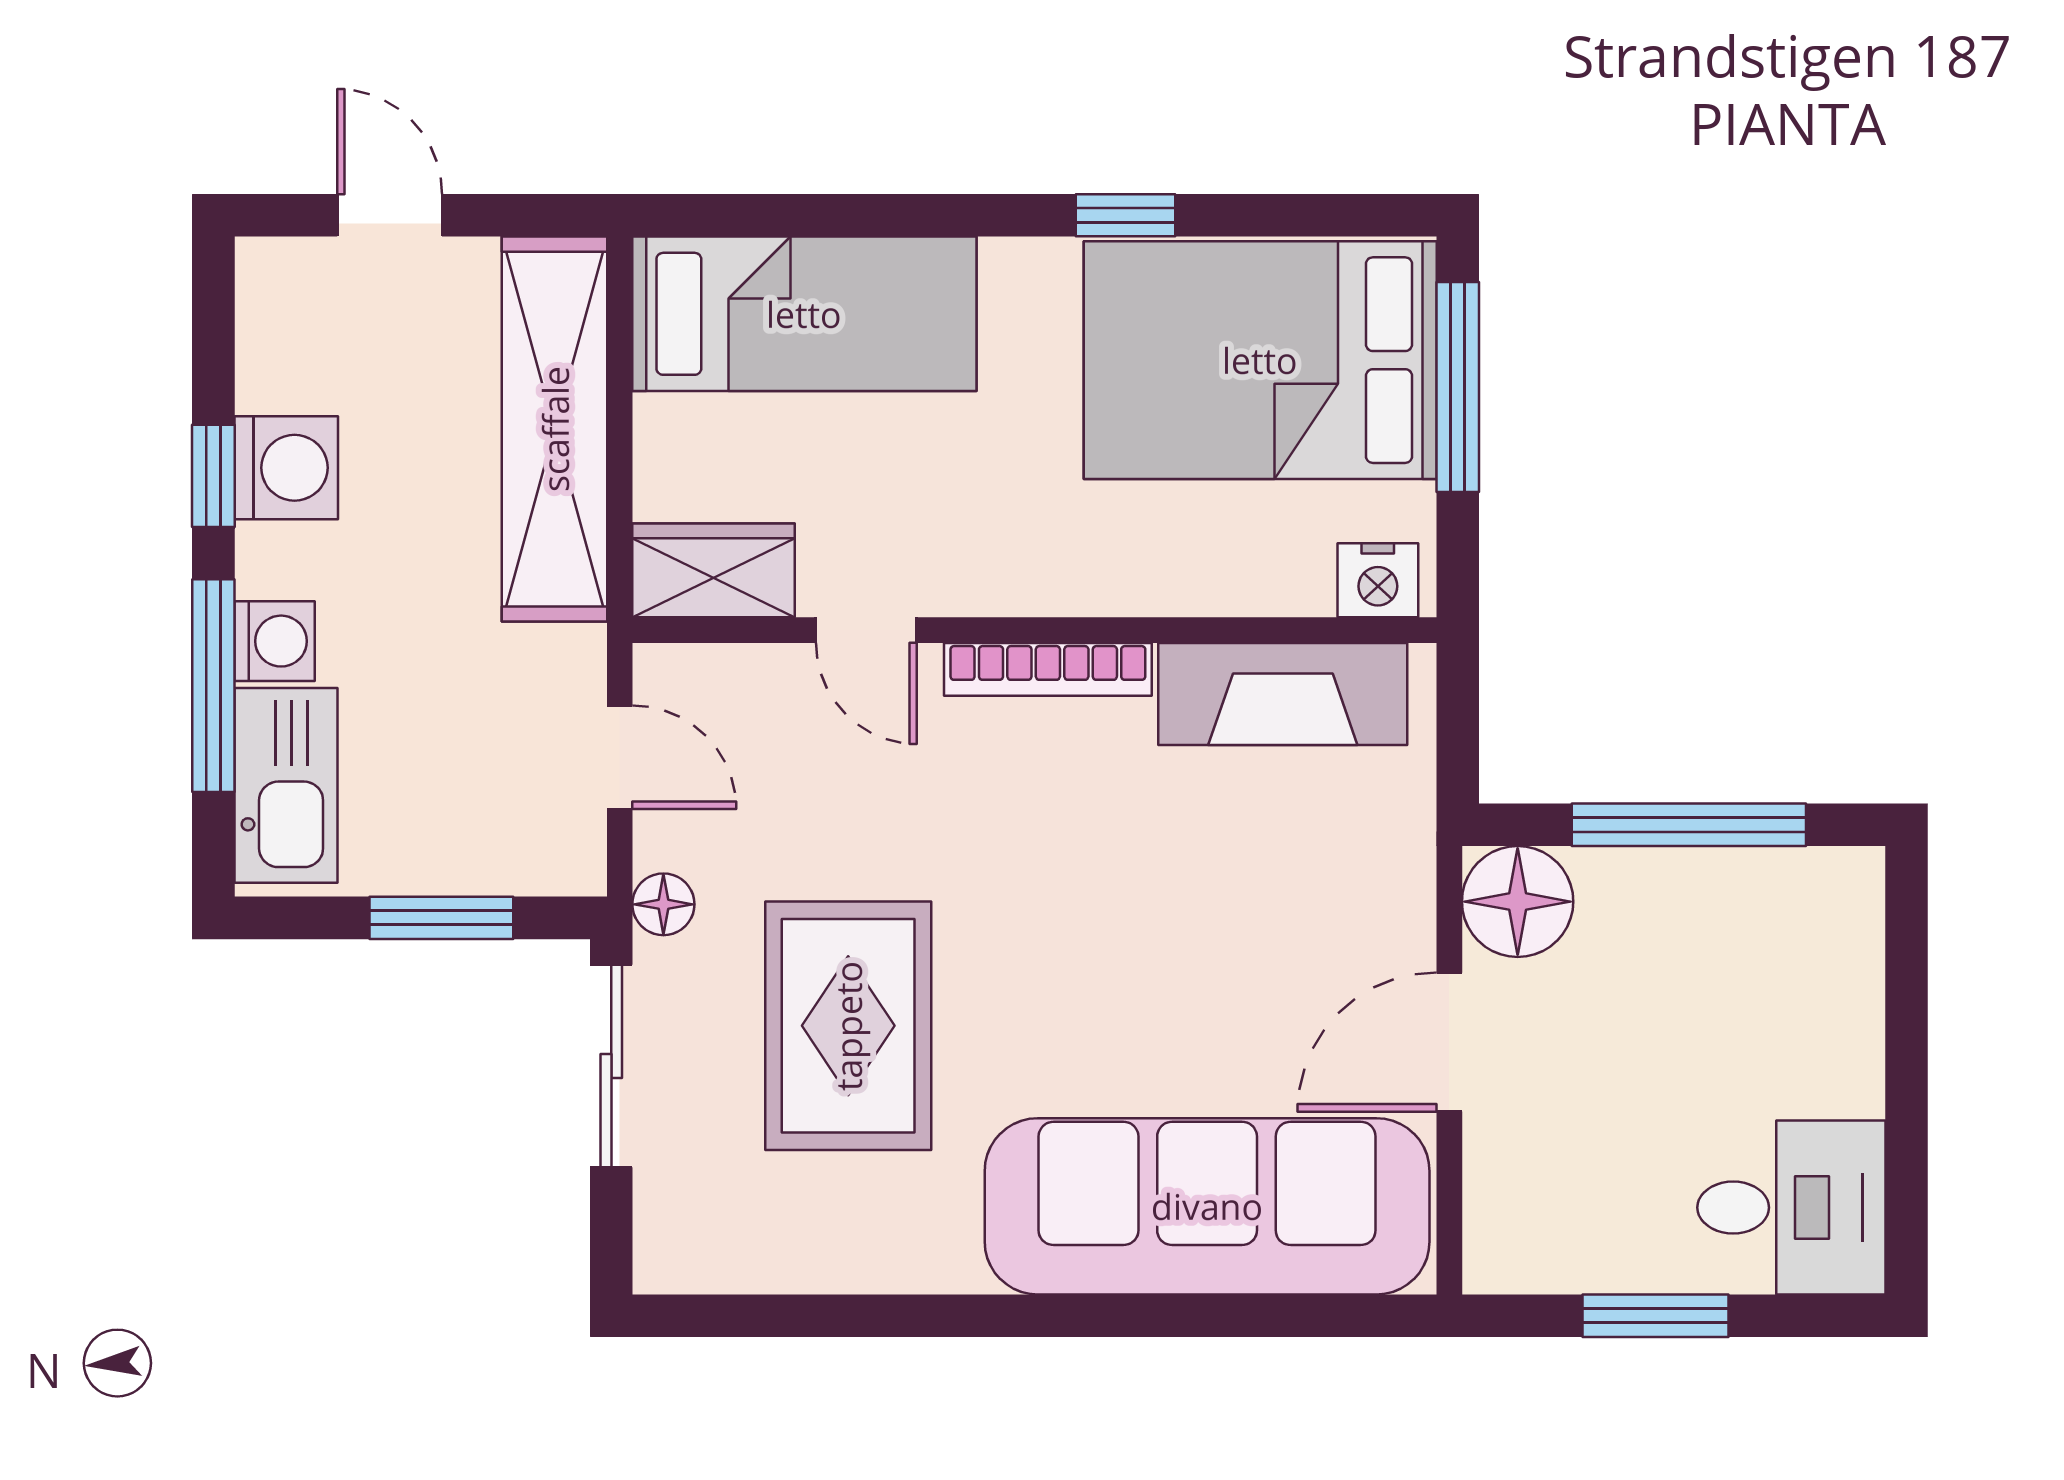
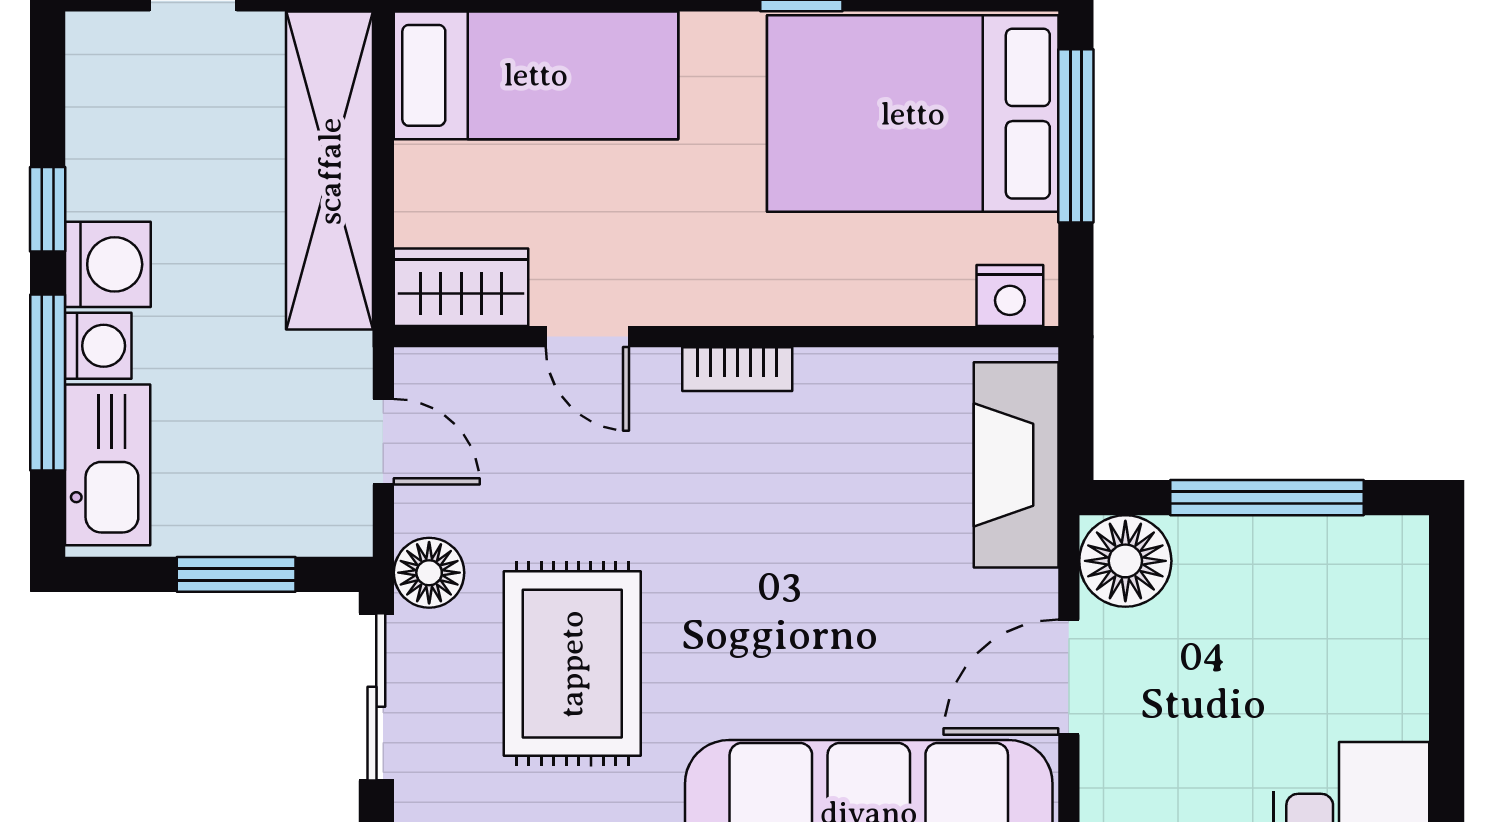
washing machine: (286, 468) -> (108, 264), moved
bookcase: (1048, 669) -> (737, 369), width x0.64
fireplace: (1283, 694) -> (1016, 465), moved, turned 90
floor lamp: (663, 904) -> (429, 573), width x1.37, depth x1.37

